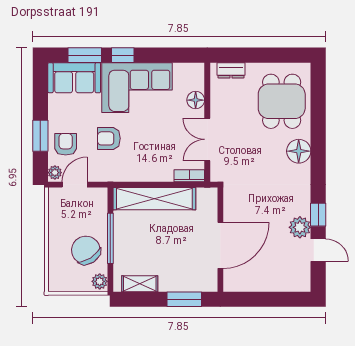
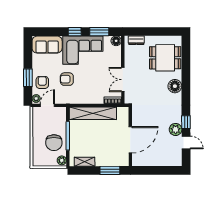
window: (85, 55) -> (99, 32), moved
floor lamp: (196, 100) -> (116, 41), moved
dining table: (282, 101) -> (165, 58), turned 90
chair: (86, 250) -> (54, 143), turned -147

